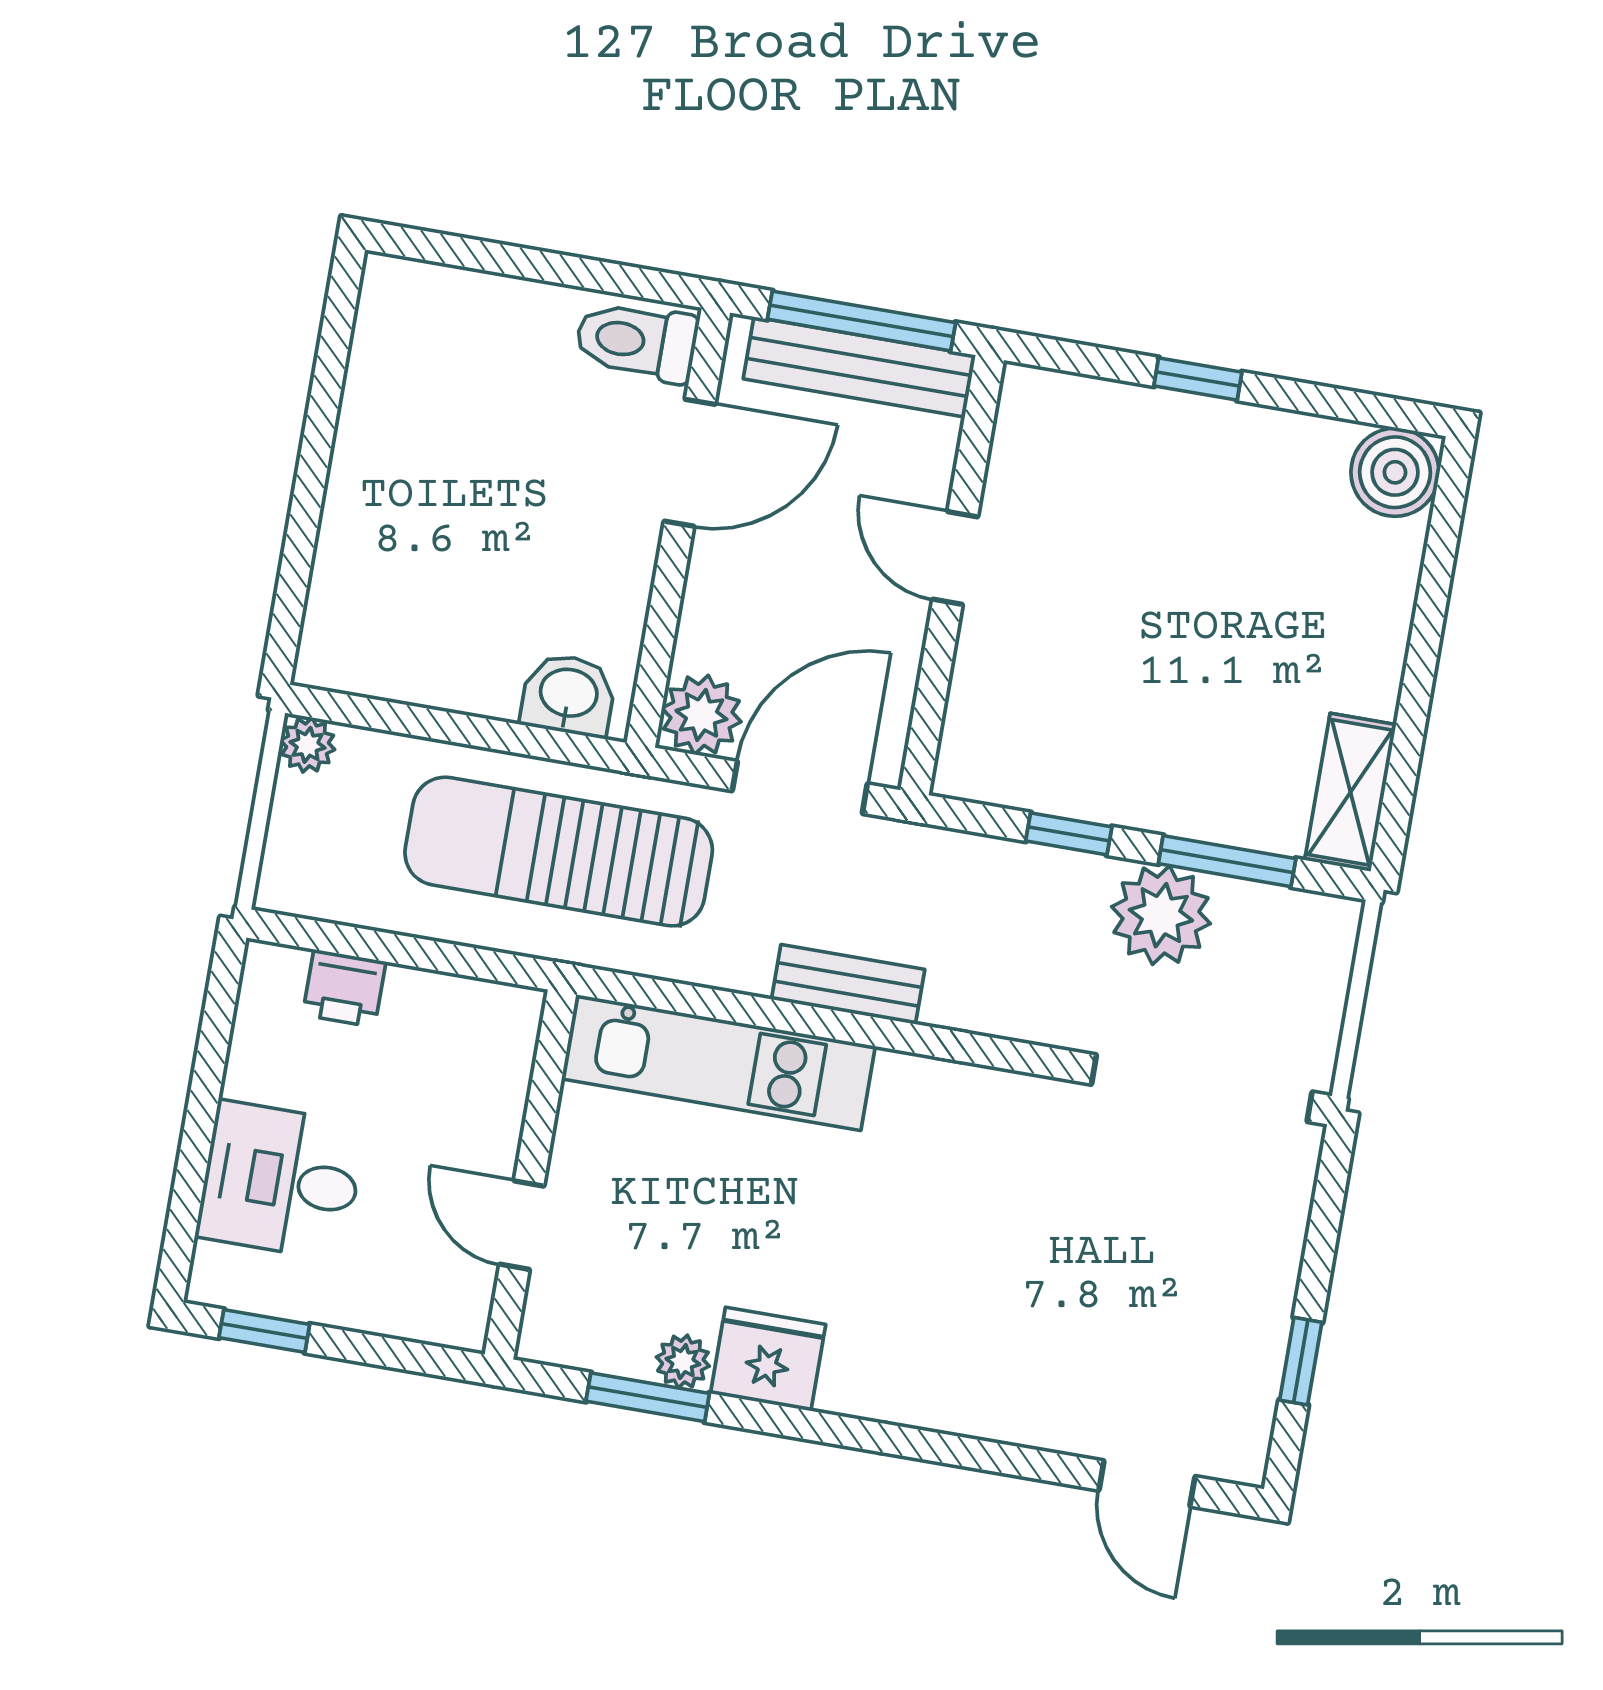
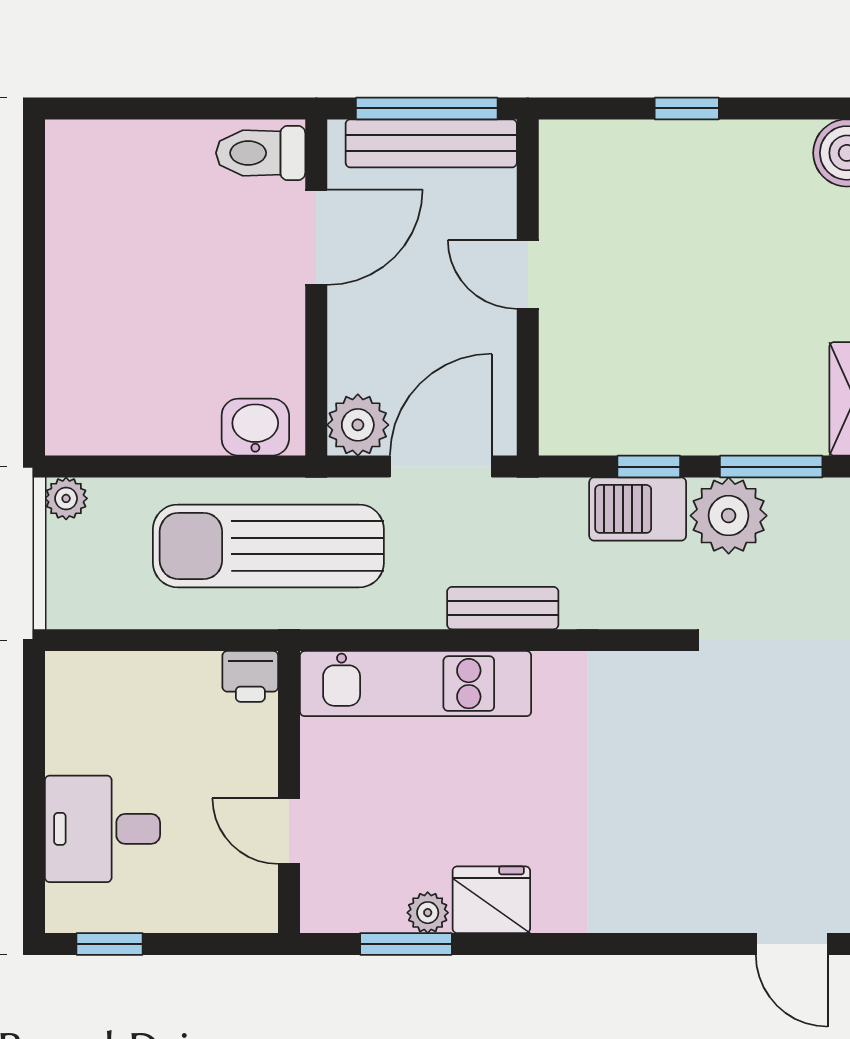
barbecue: (1045, 886) -> (638, 509), added
printer: (344, 988) -> (250, 676), moved

